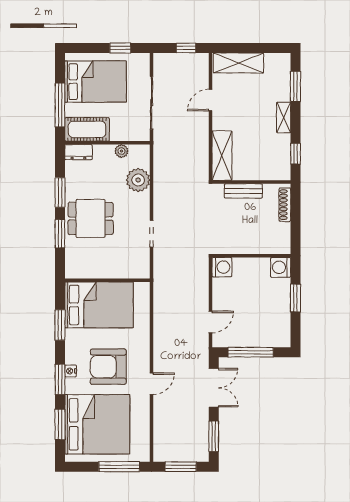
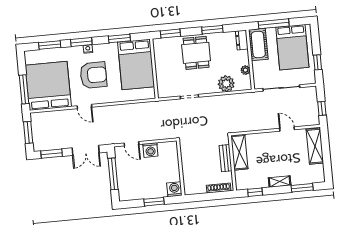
shelving: (222, 156) -> (239, 152), moved, turned 90
window: (60, 234) -> (170, 34), moved
washing machine: (222, 267) -> (150, 150), moved
armchair: (108, 367) -> (93, 75), turned 90
bed: (97, 424) -> (48, 86), moved, turned 180

